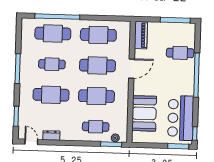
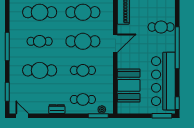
cafe table: (97, 96) -> (83, 70), width x0.73, depth x0.74
bar counter: (181, 118) -> (163, 81), width x1.36
dresser: (51, 135) -> (57, 109), moved

